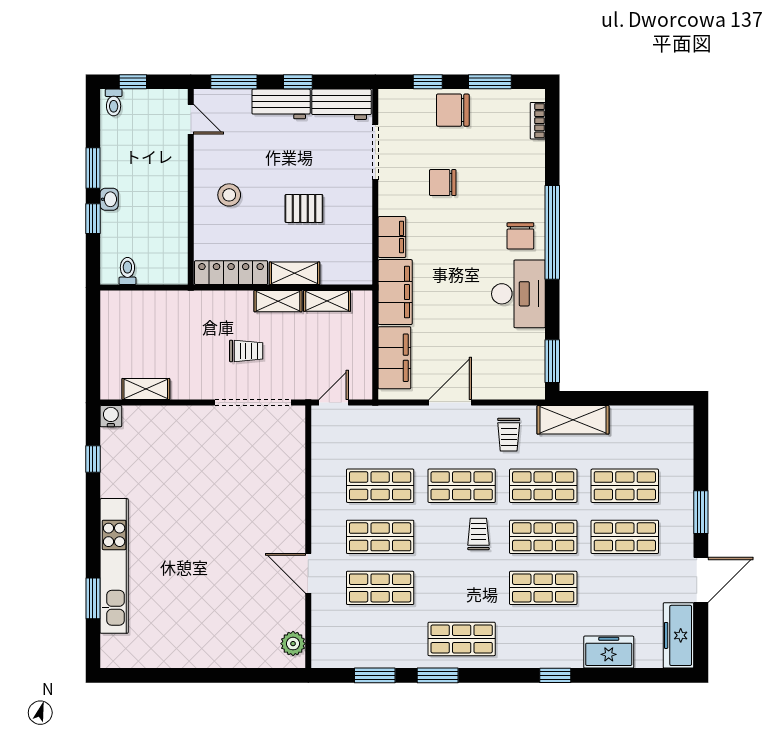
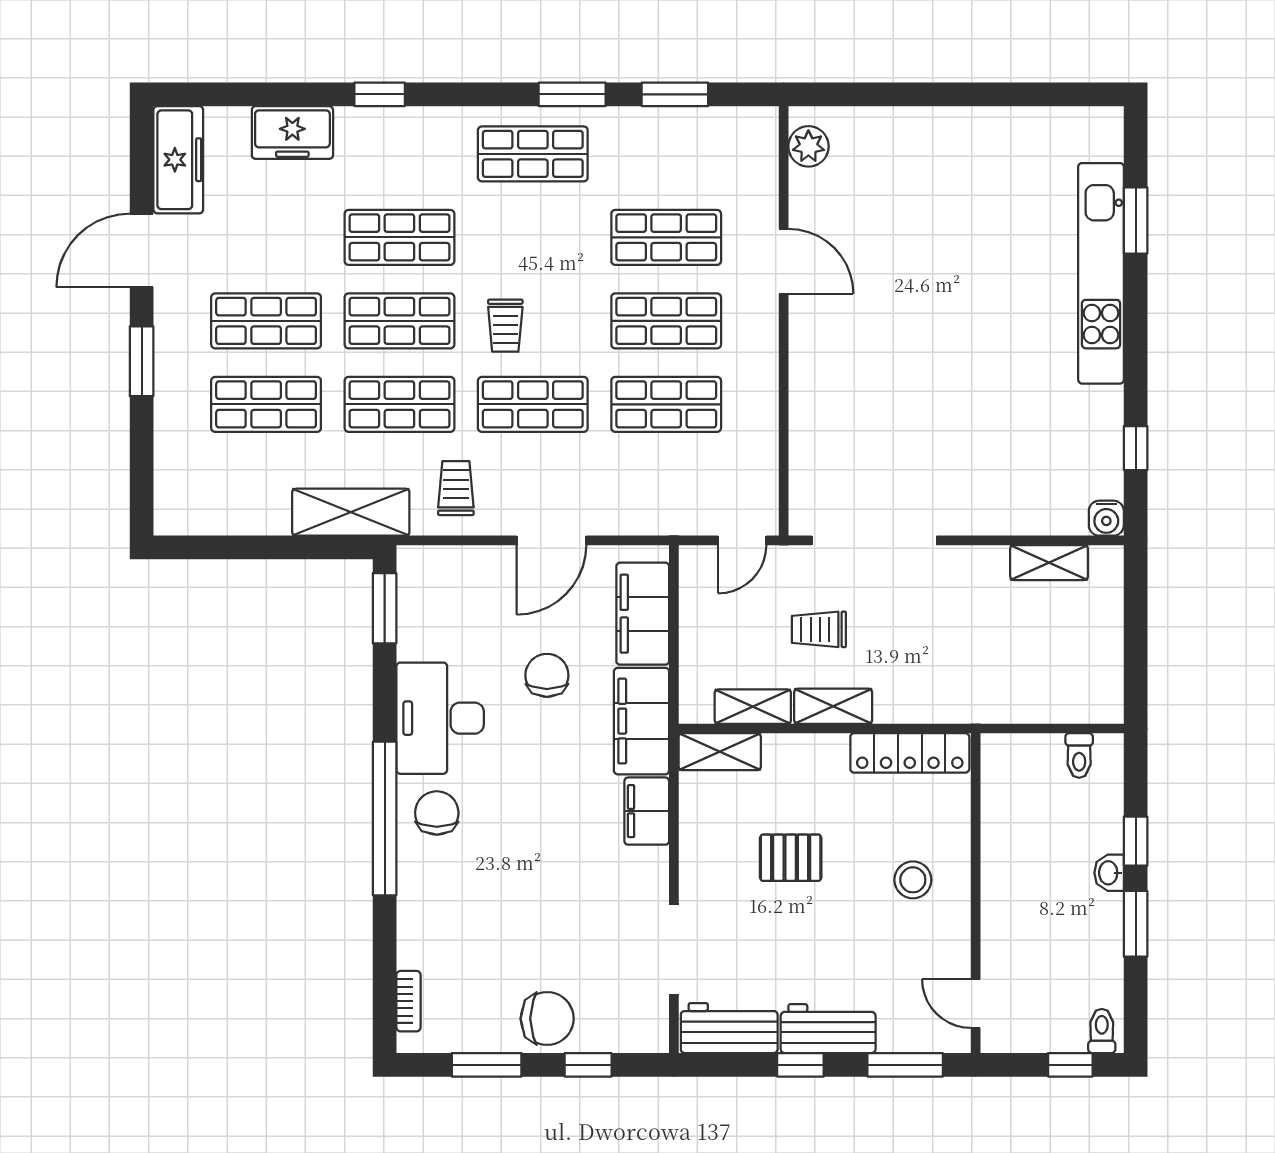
chair: (443, 183) -> (547, 675), moved, turned -90
shelving: (295, 273) -> (720, 752), moved
trolley: (246, 351) -> (819, 629), moved

